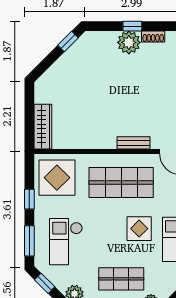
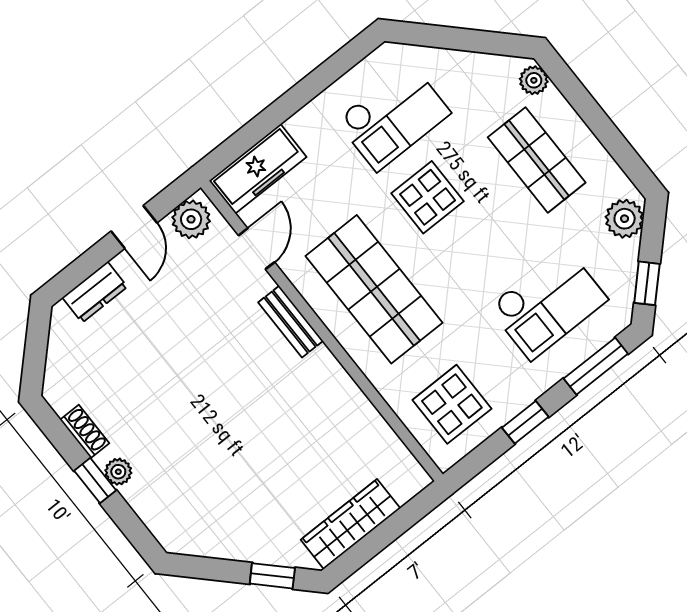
window: (68, 41) -> (272, 576), moved
plant: (129, 42) -> (118, 472), width x0.53, depth x0.53
wardrobe: (43, 127) -> (350, 524), moved
display table: (57, 178) -> (452, 404), width x0.73, depth x0.73

